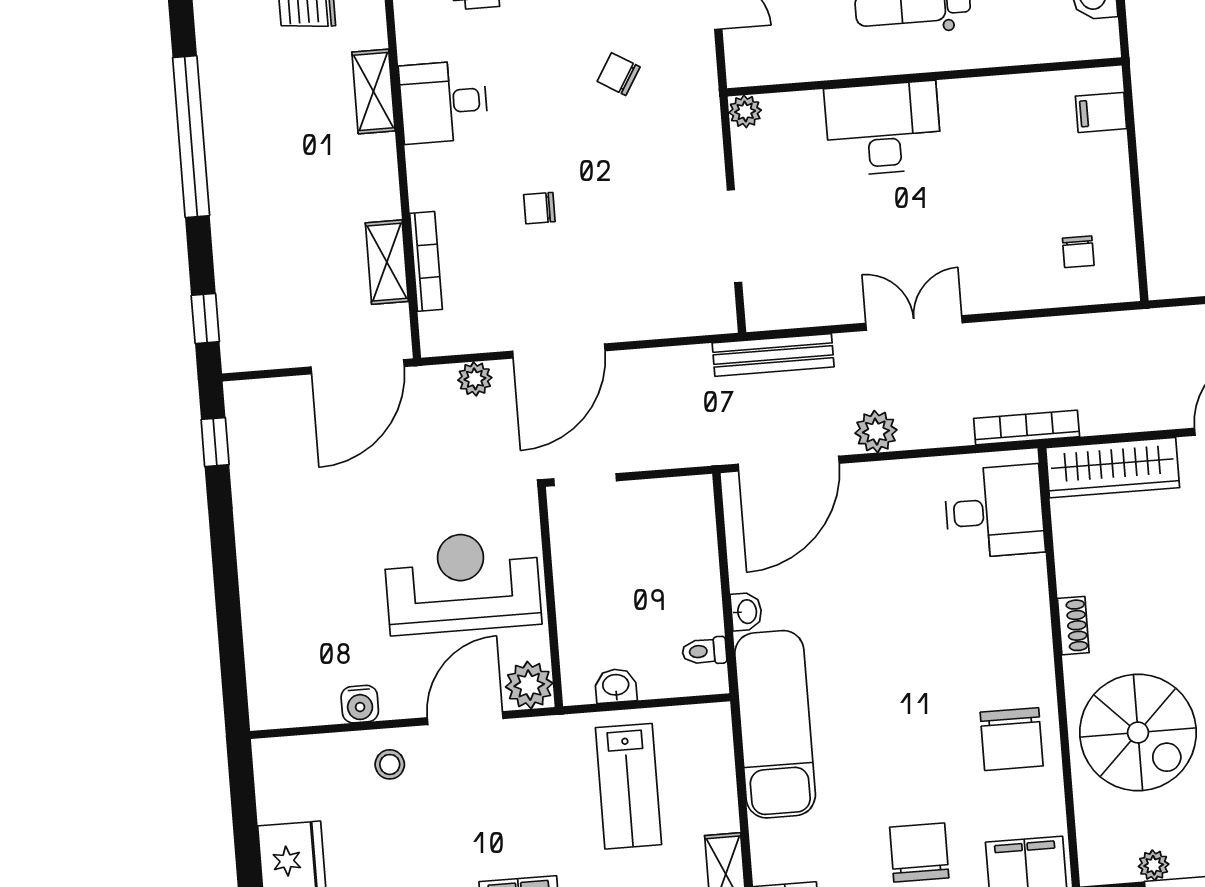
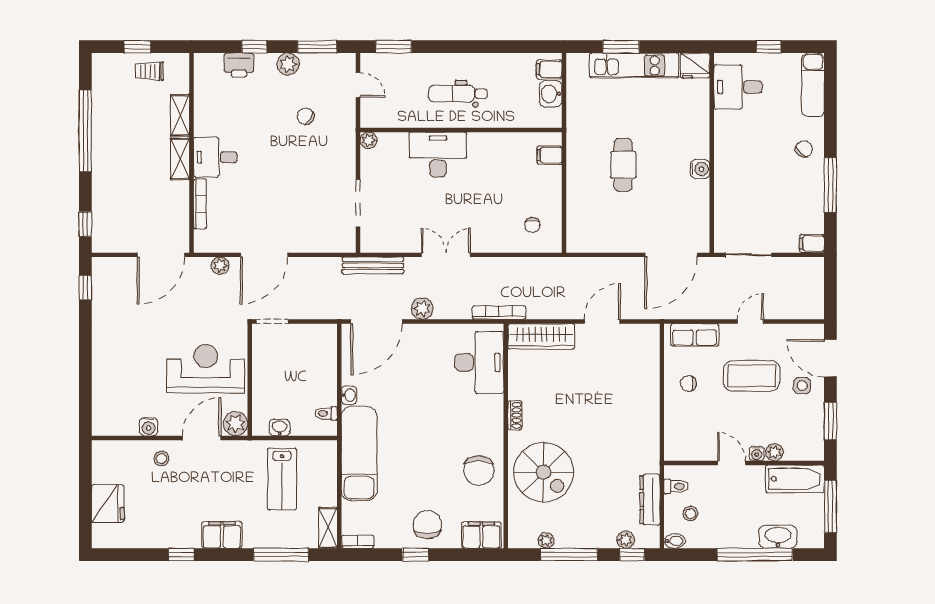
desk: (443, 102) -> (215, 157), moved
chair: (539, 208) -> (260, 181), removed
shelving: (387, 262) -> (180, 159), moved
desk: (994, 511) -> (479, 362), width x1.37

